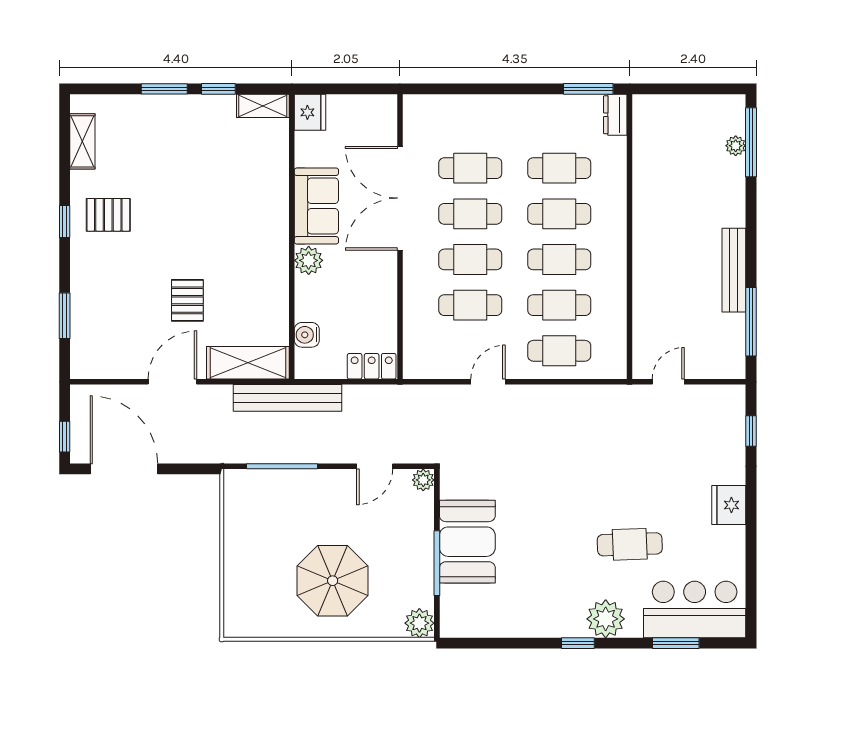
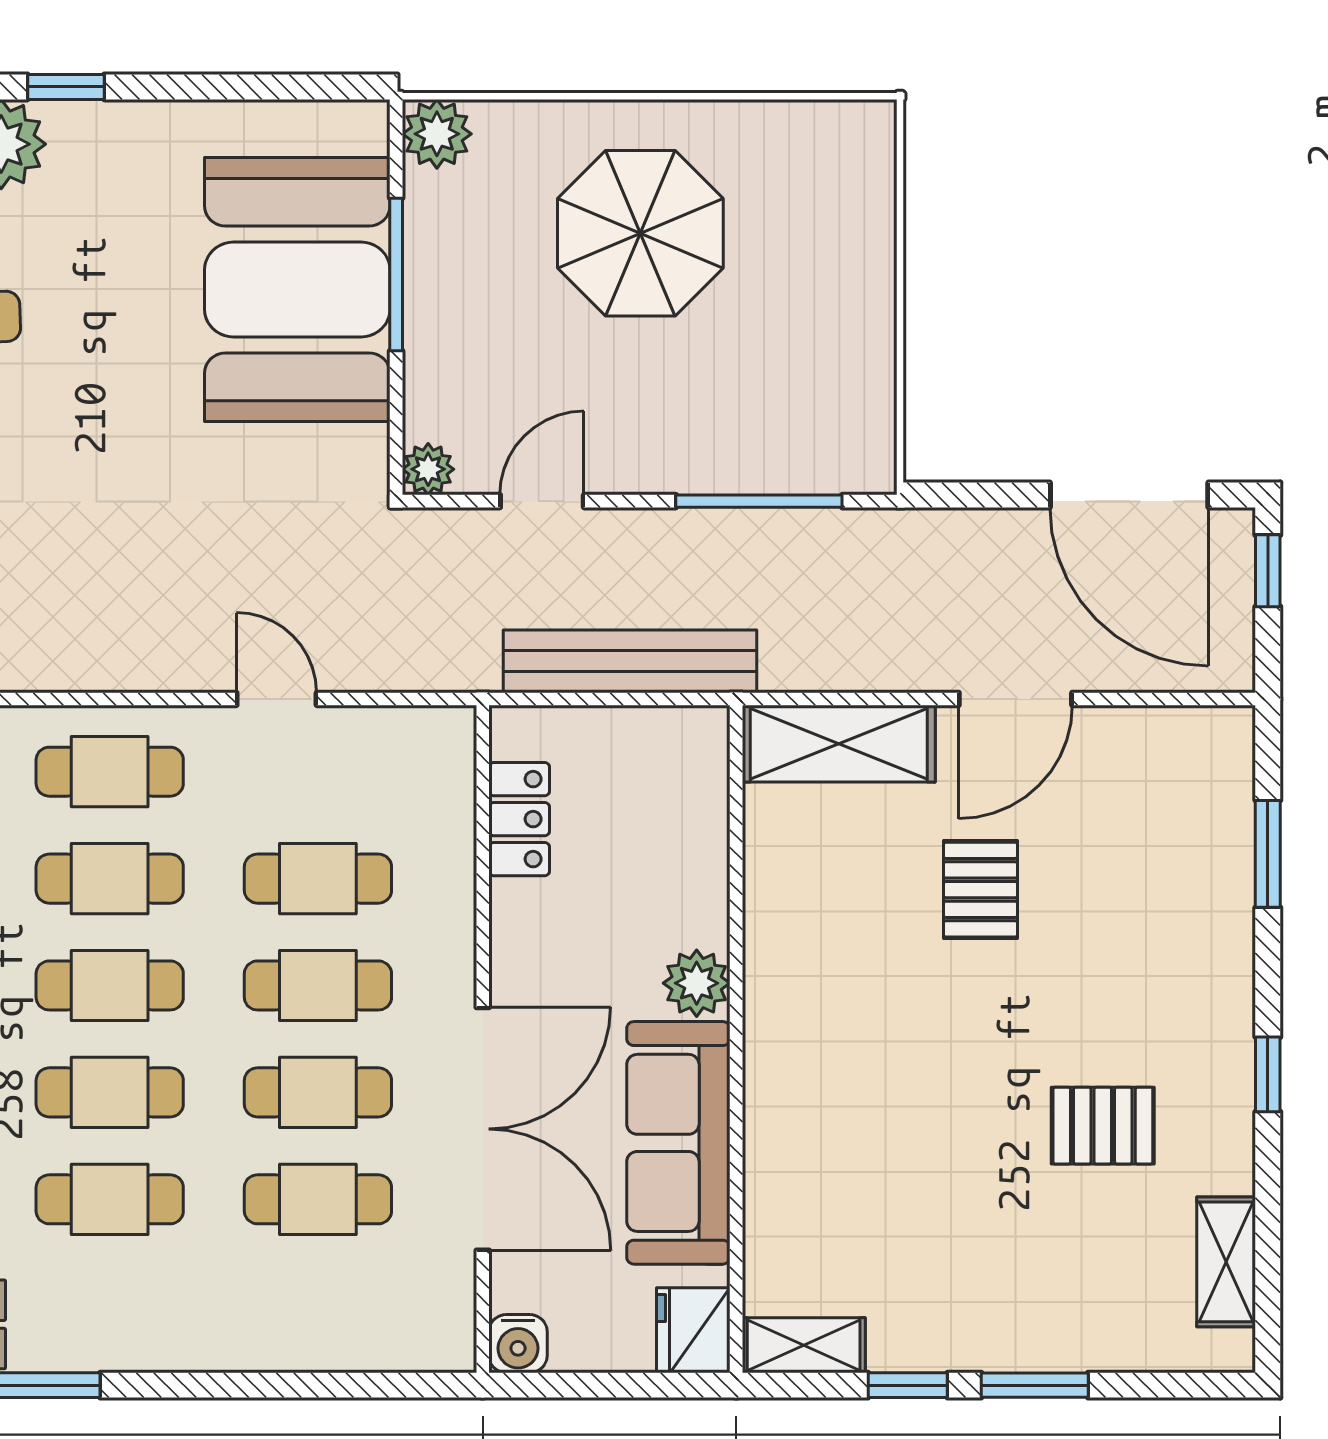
sofa: (316, 206) -> (678, 1143), width x1.36
pallet: (108, 215) -> (1103, 1126), moved
water cooler: (307, 335) -> (518, 1344), moved, turned 90
locker: (372, 366) -> (519, 819), moved, turned -90
door: (488, 382) -> (277, 699), swing flipped
bench: (288, 398) -> (630, 661), moved
booth: (467, 542) -> (297, 290), width x1.36, depth x1.42

